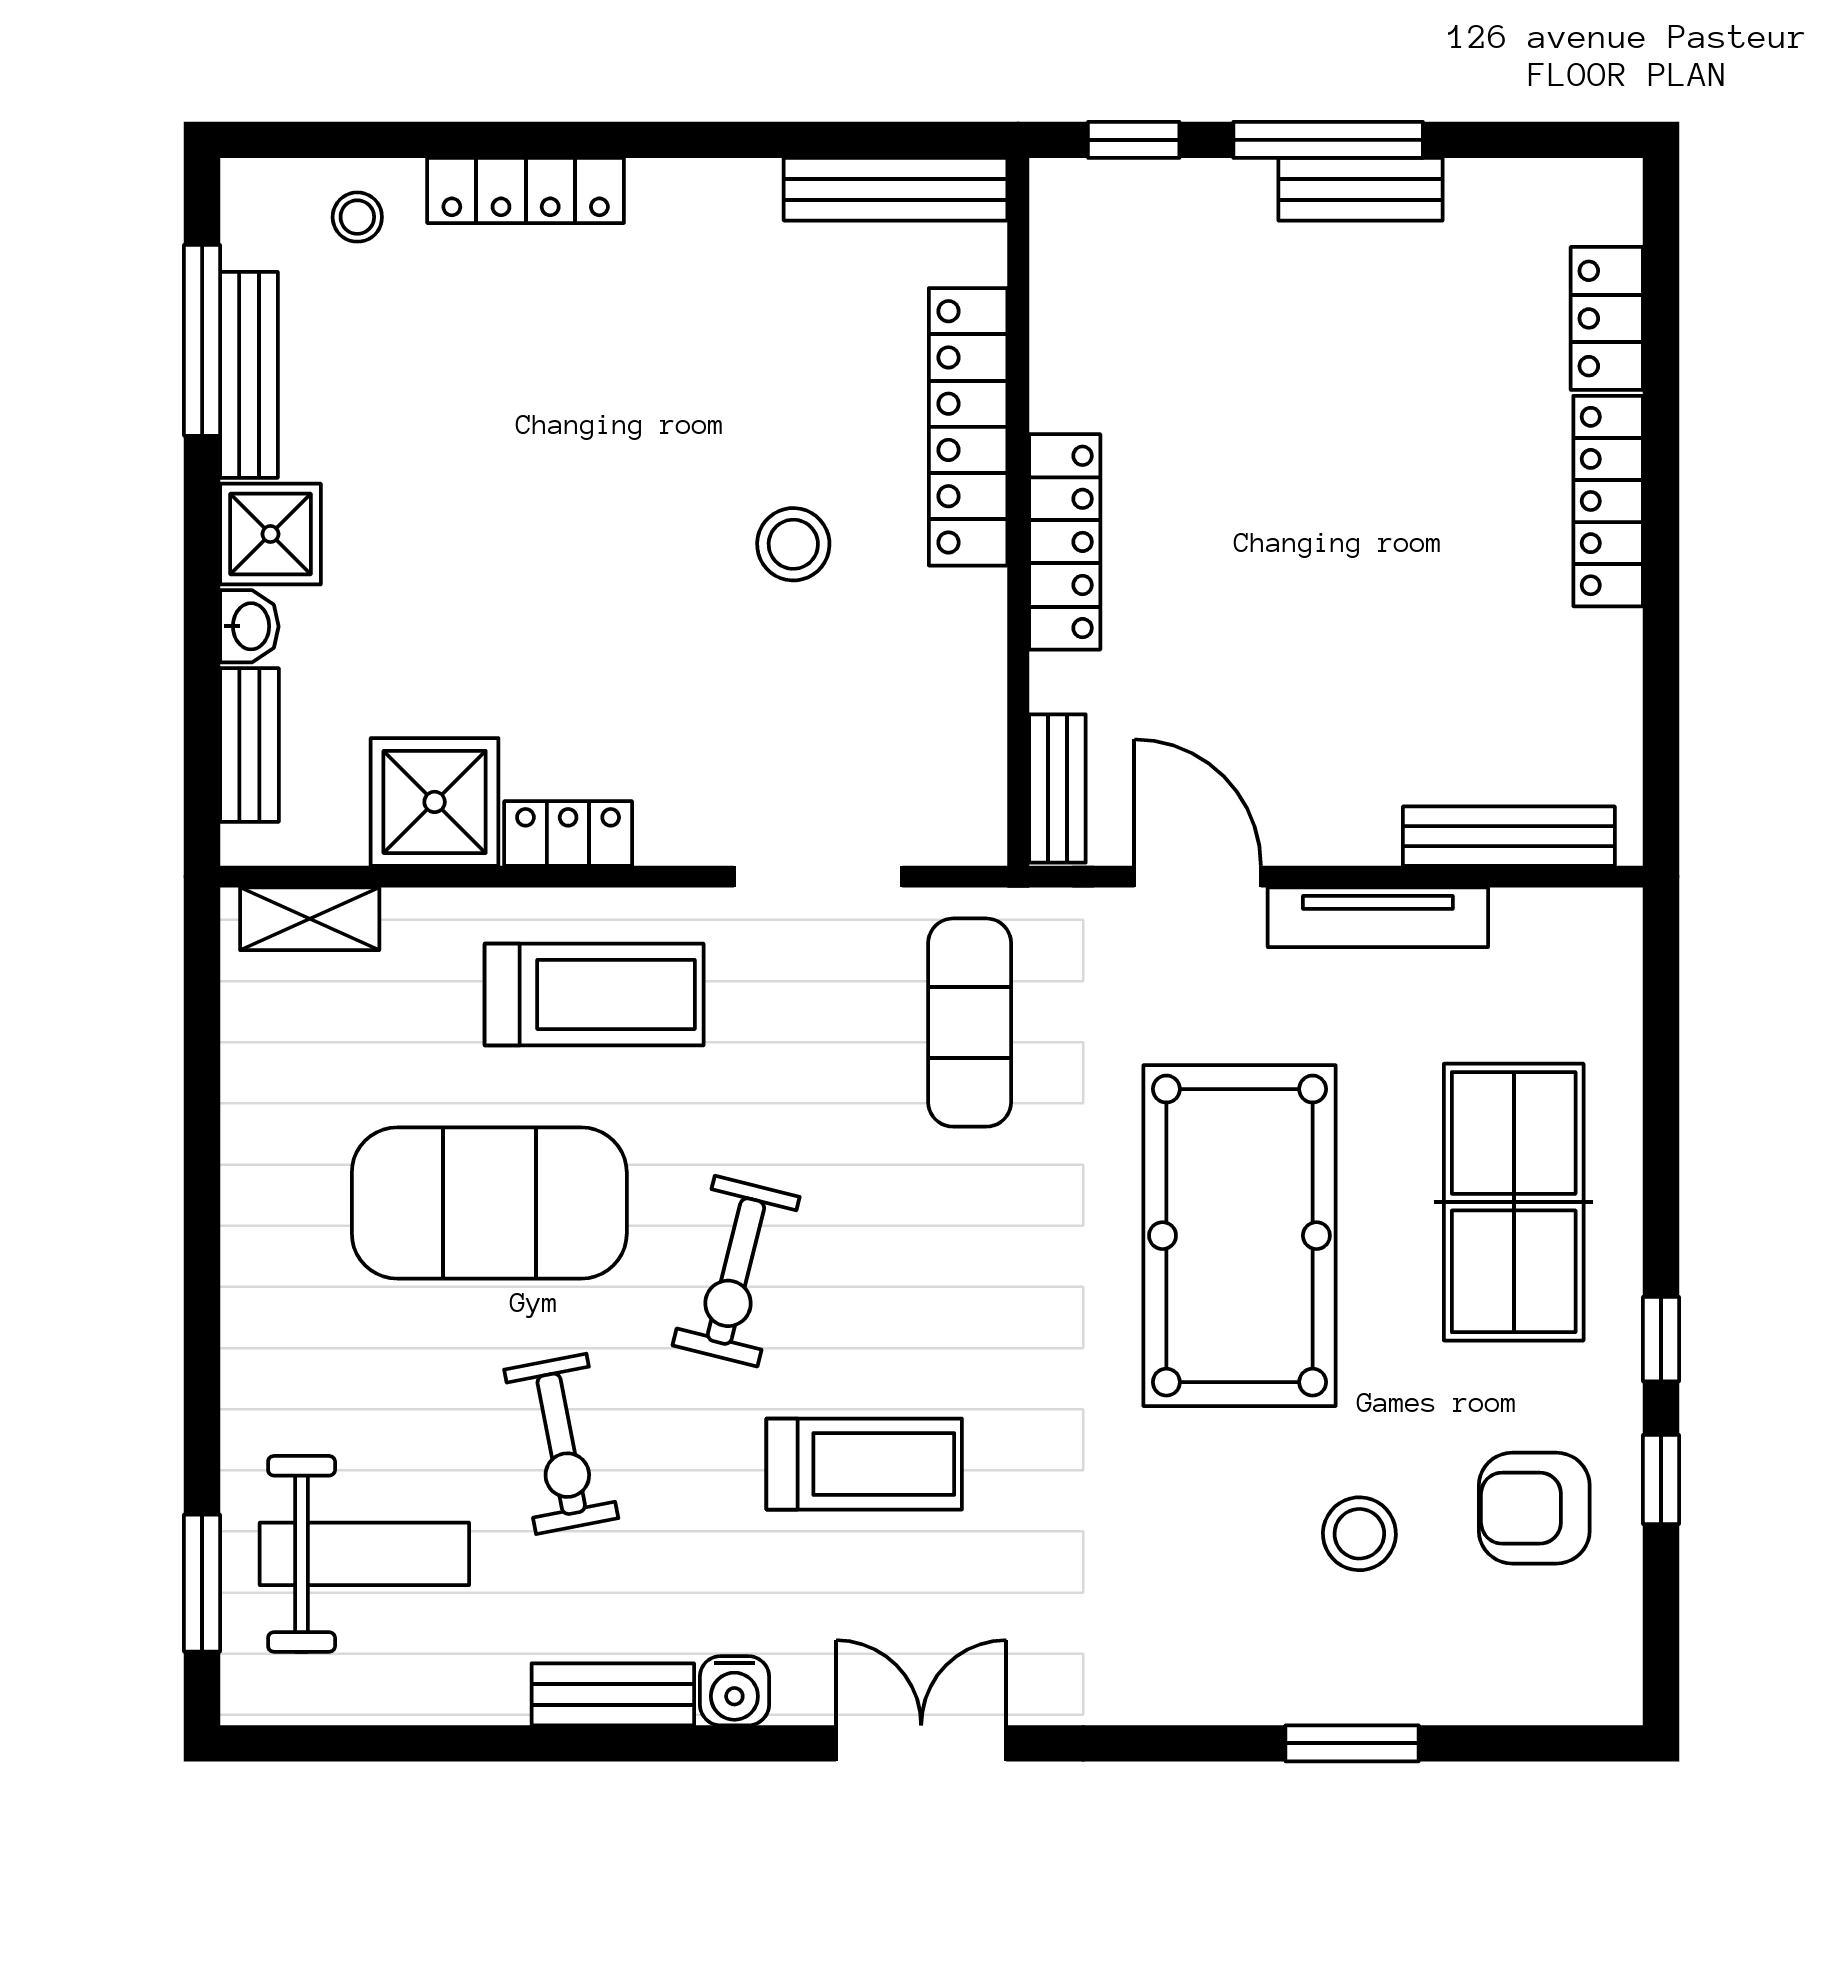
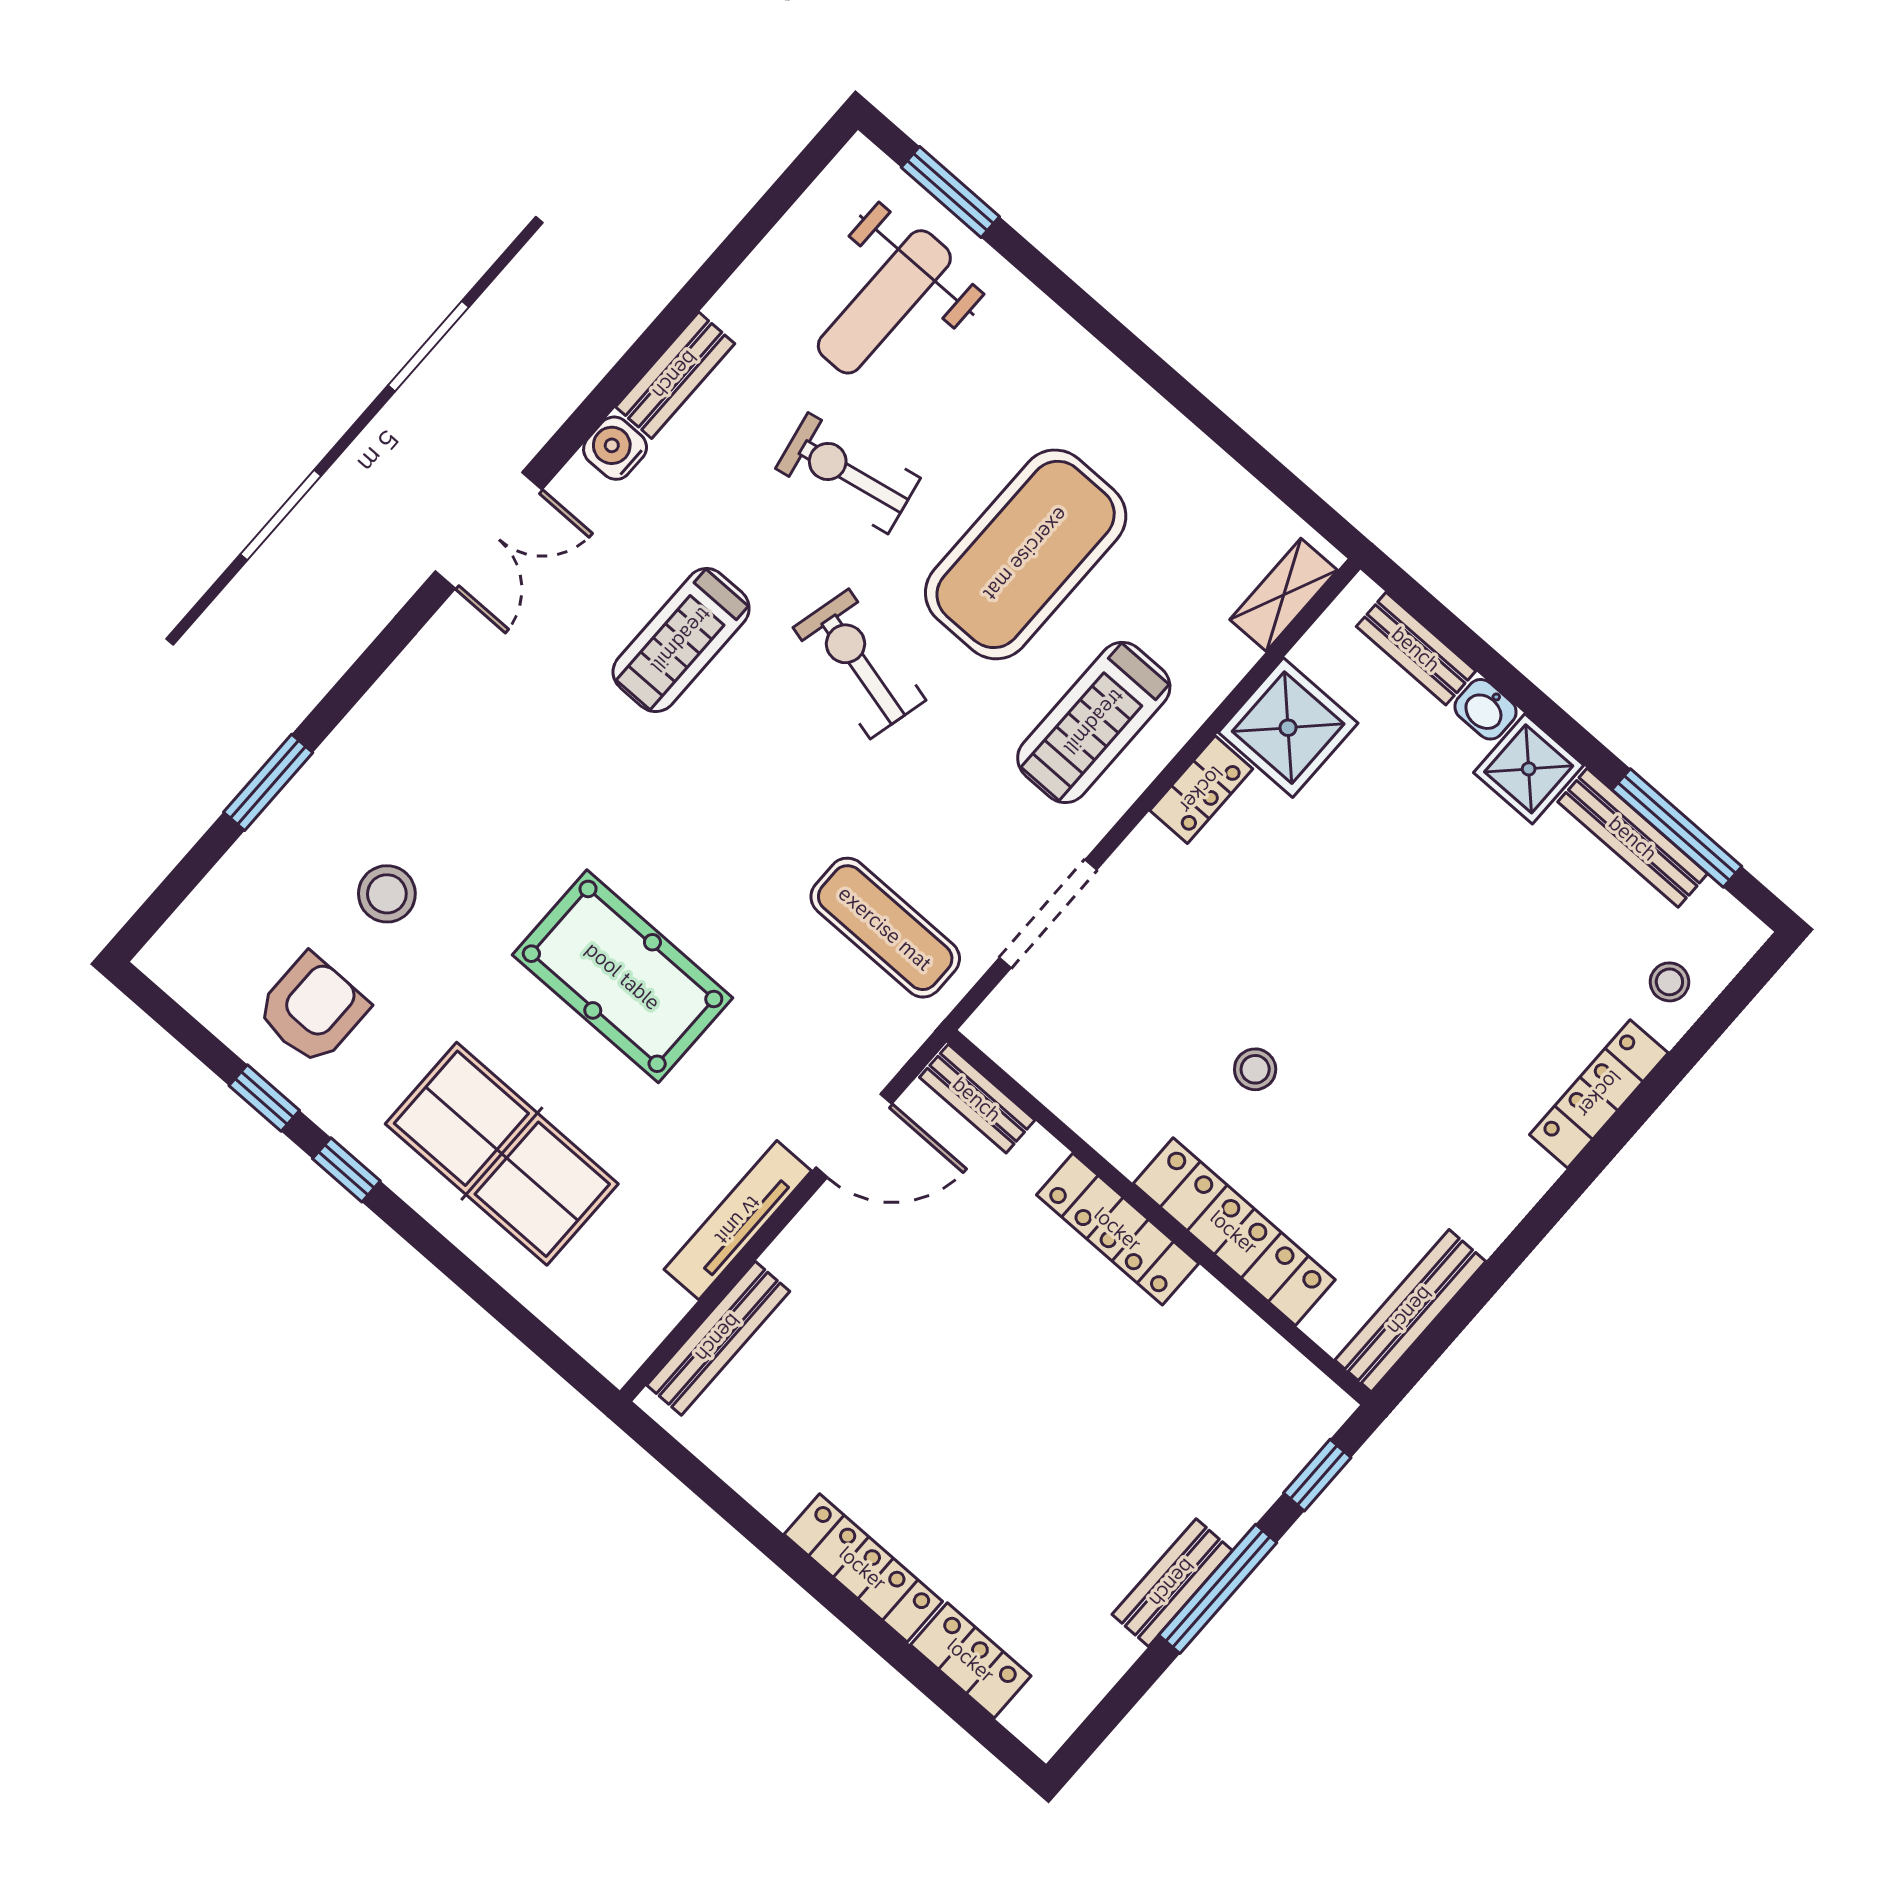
stool: (793, 544) -> (1255, 1069), width x0.73, depth x0.73
pool table: (1239, 1236) -> (623, 976), width x0.73, depth x0.76

